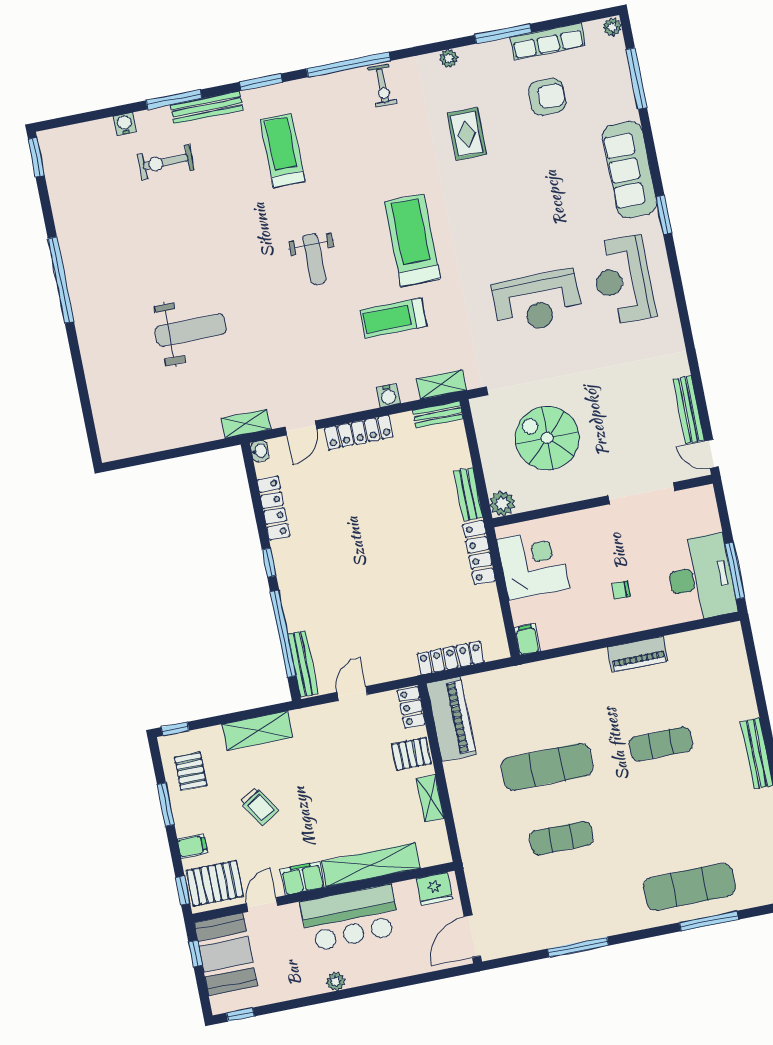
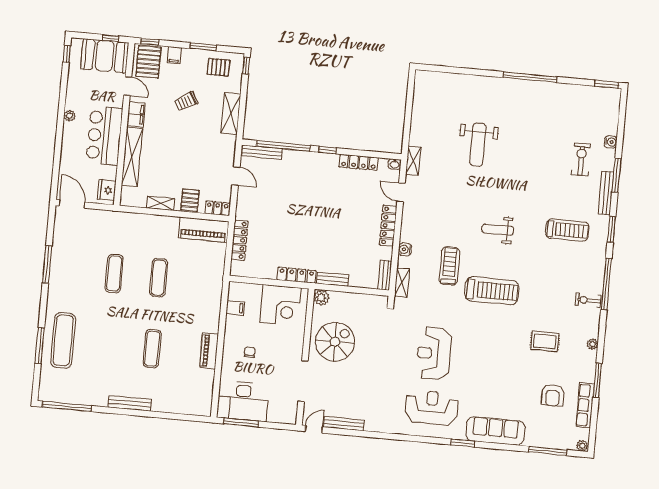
spiral stairs: (547, 438) -> (335, 342), moved
filing cabinet: (527, 640) -> (235, 308), moved
exercise mat: (547, 767) -> (159, 278), width x0.73, depth x0.69

